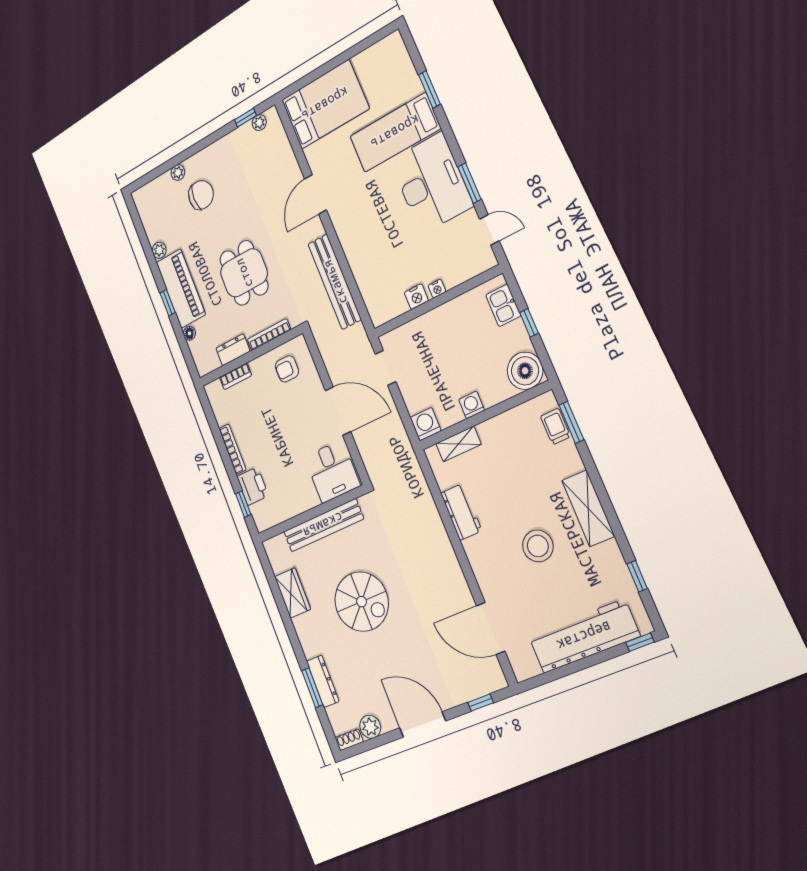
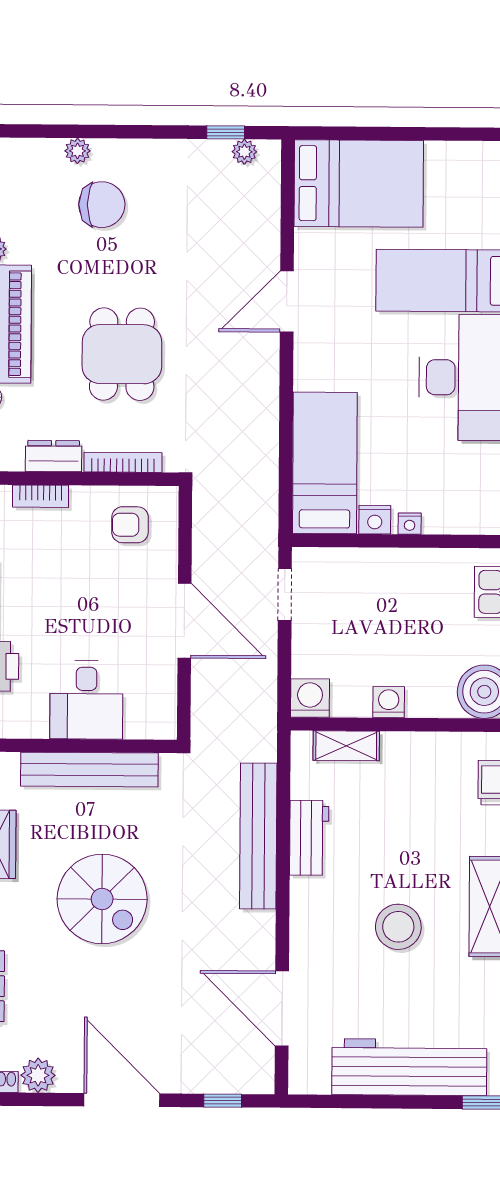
bed: (375, 277) -> (325, 463), added
bench: (335, 282) -> (258, 836), moved
desk: (332, 471) -> (86, 700), moved

